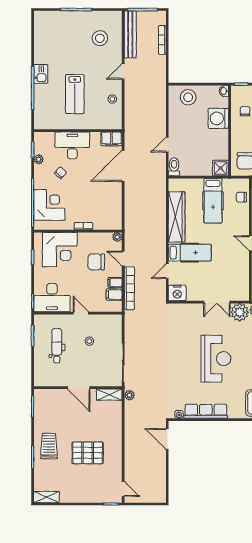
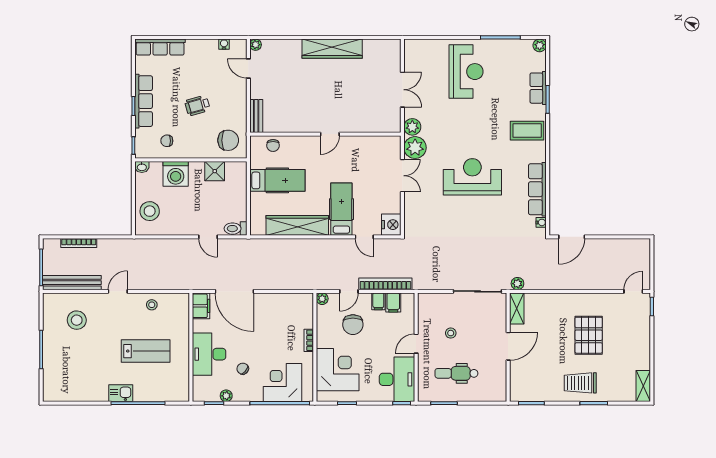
door: (123, 72) -> (118, 291), swing flipped
shower: (221, 168) -> (215, 171), moved

